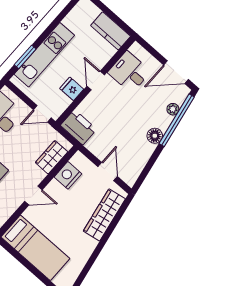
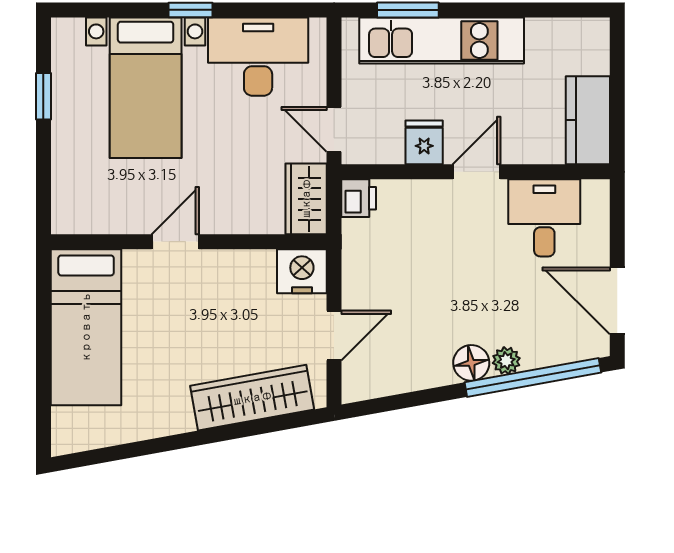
plant: (173, 109) -> (506, 361), moved
printer: (79, 127) -> (359, 198), width x0.53, depth x0.68
wardrobe: (52, 157) -> (306, 199), moved, turned -90
nightstand: (68, 175) -> (302, 271), moved
door: (33, 196) -> (175, 242), swing flipped

